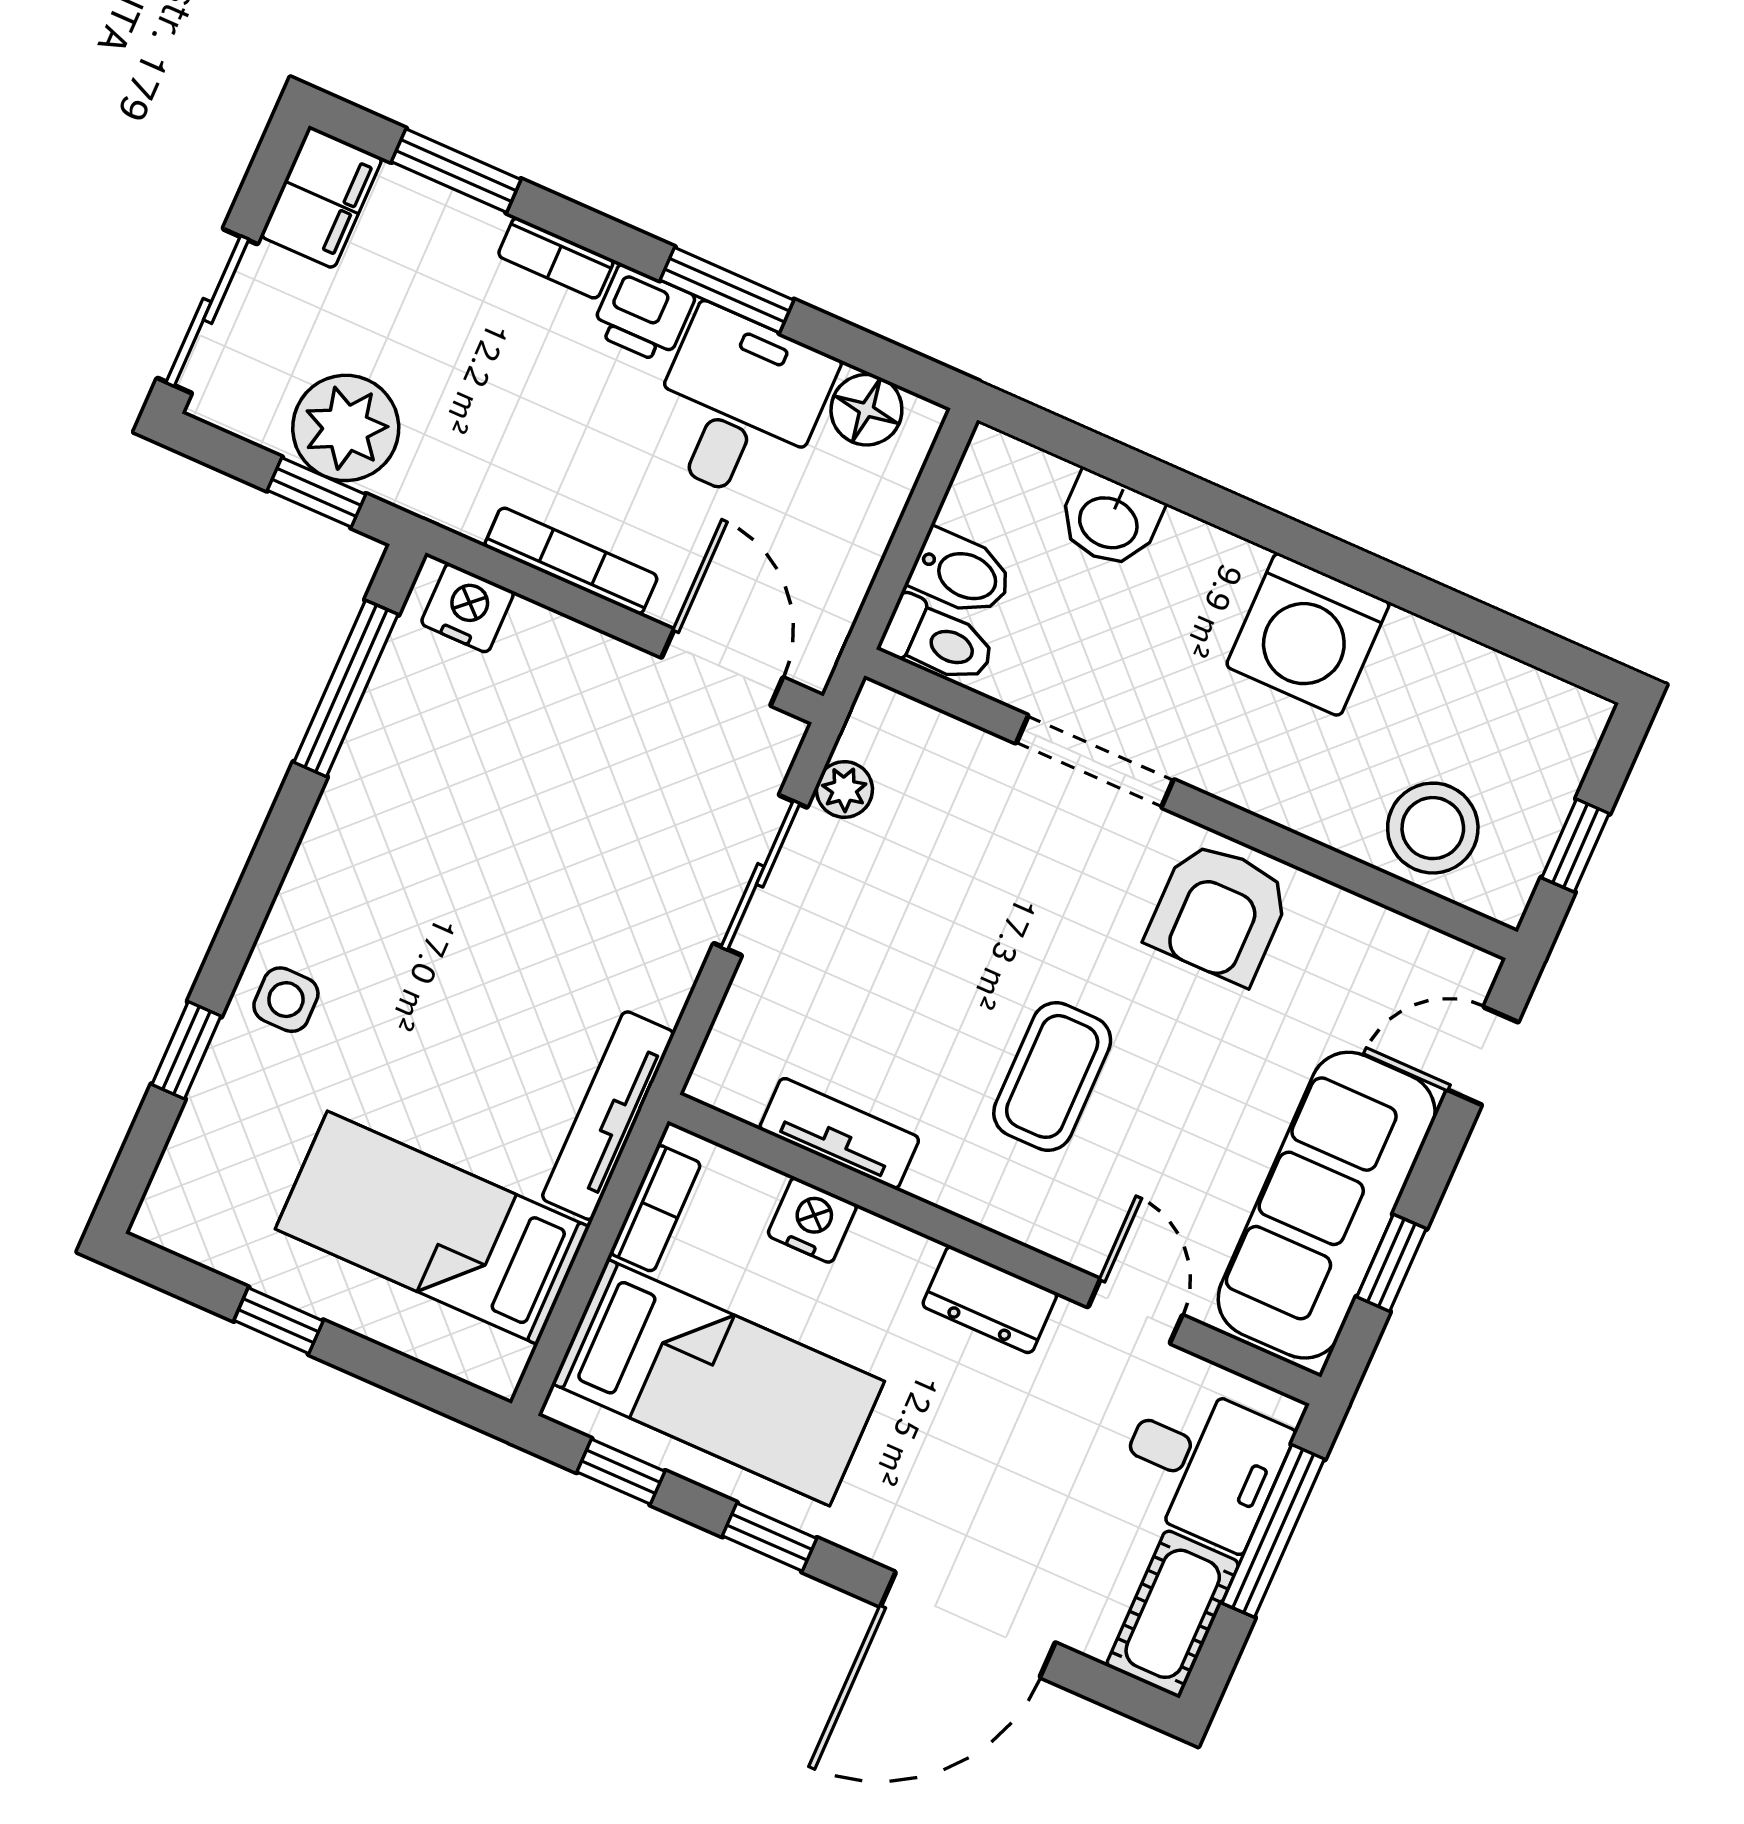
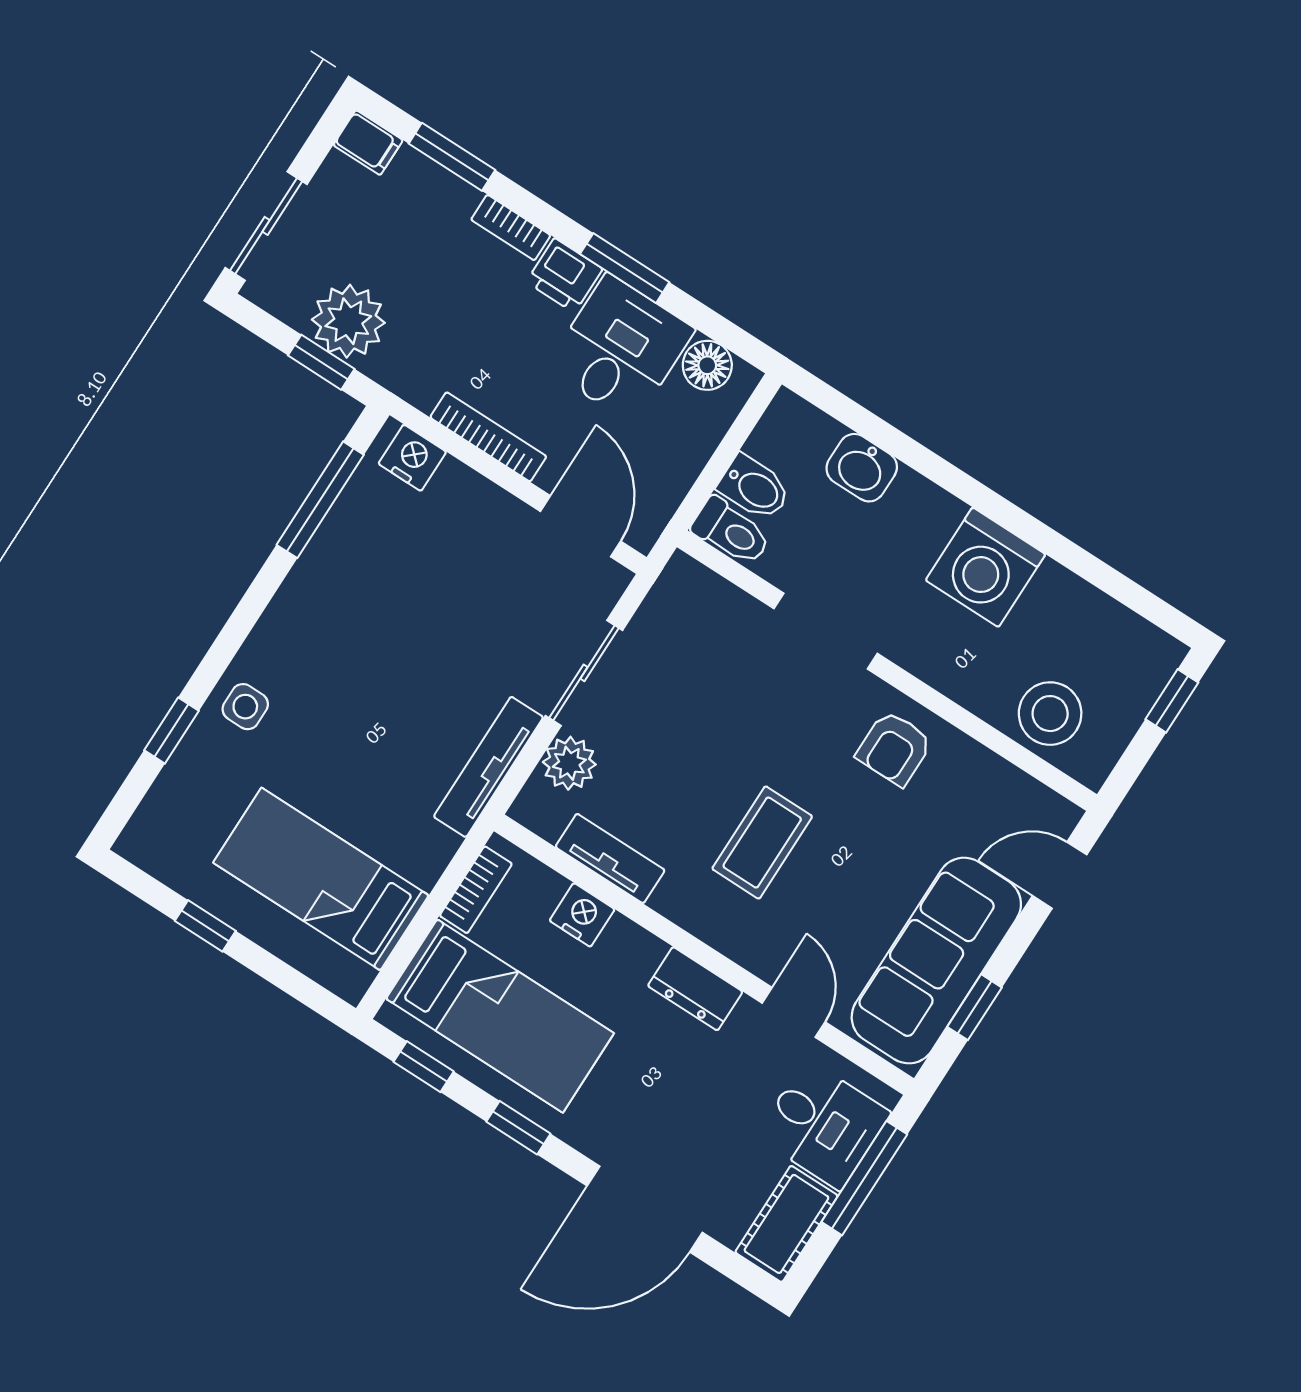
filing cabinet: (321, 197) -> (368, 143), width x0.50
plant: (844, 789) -> (569, 763), moved, width x1.38, depth x1.38
window: (1575, 846) -> (1172, 701), moved
armchair: (1219, 913) -> (894, 748), width x0.72, depth x0.72
tv unit: (608, 1116) -> (488, 767), moved

